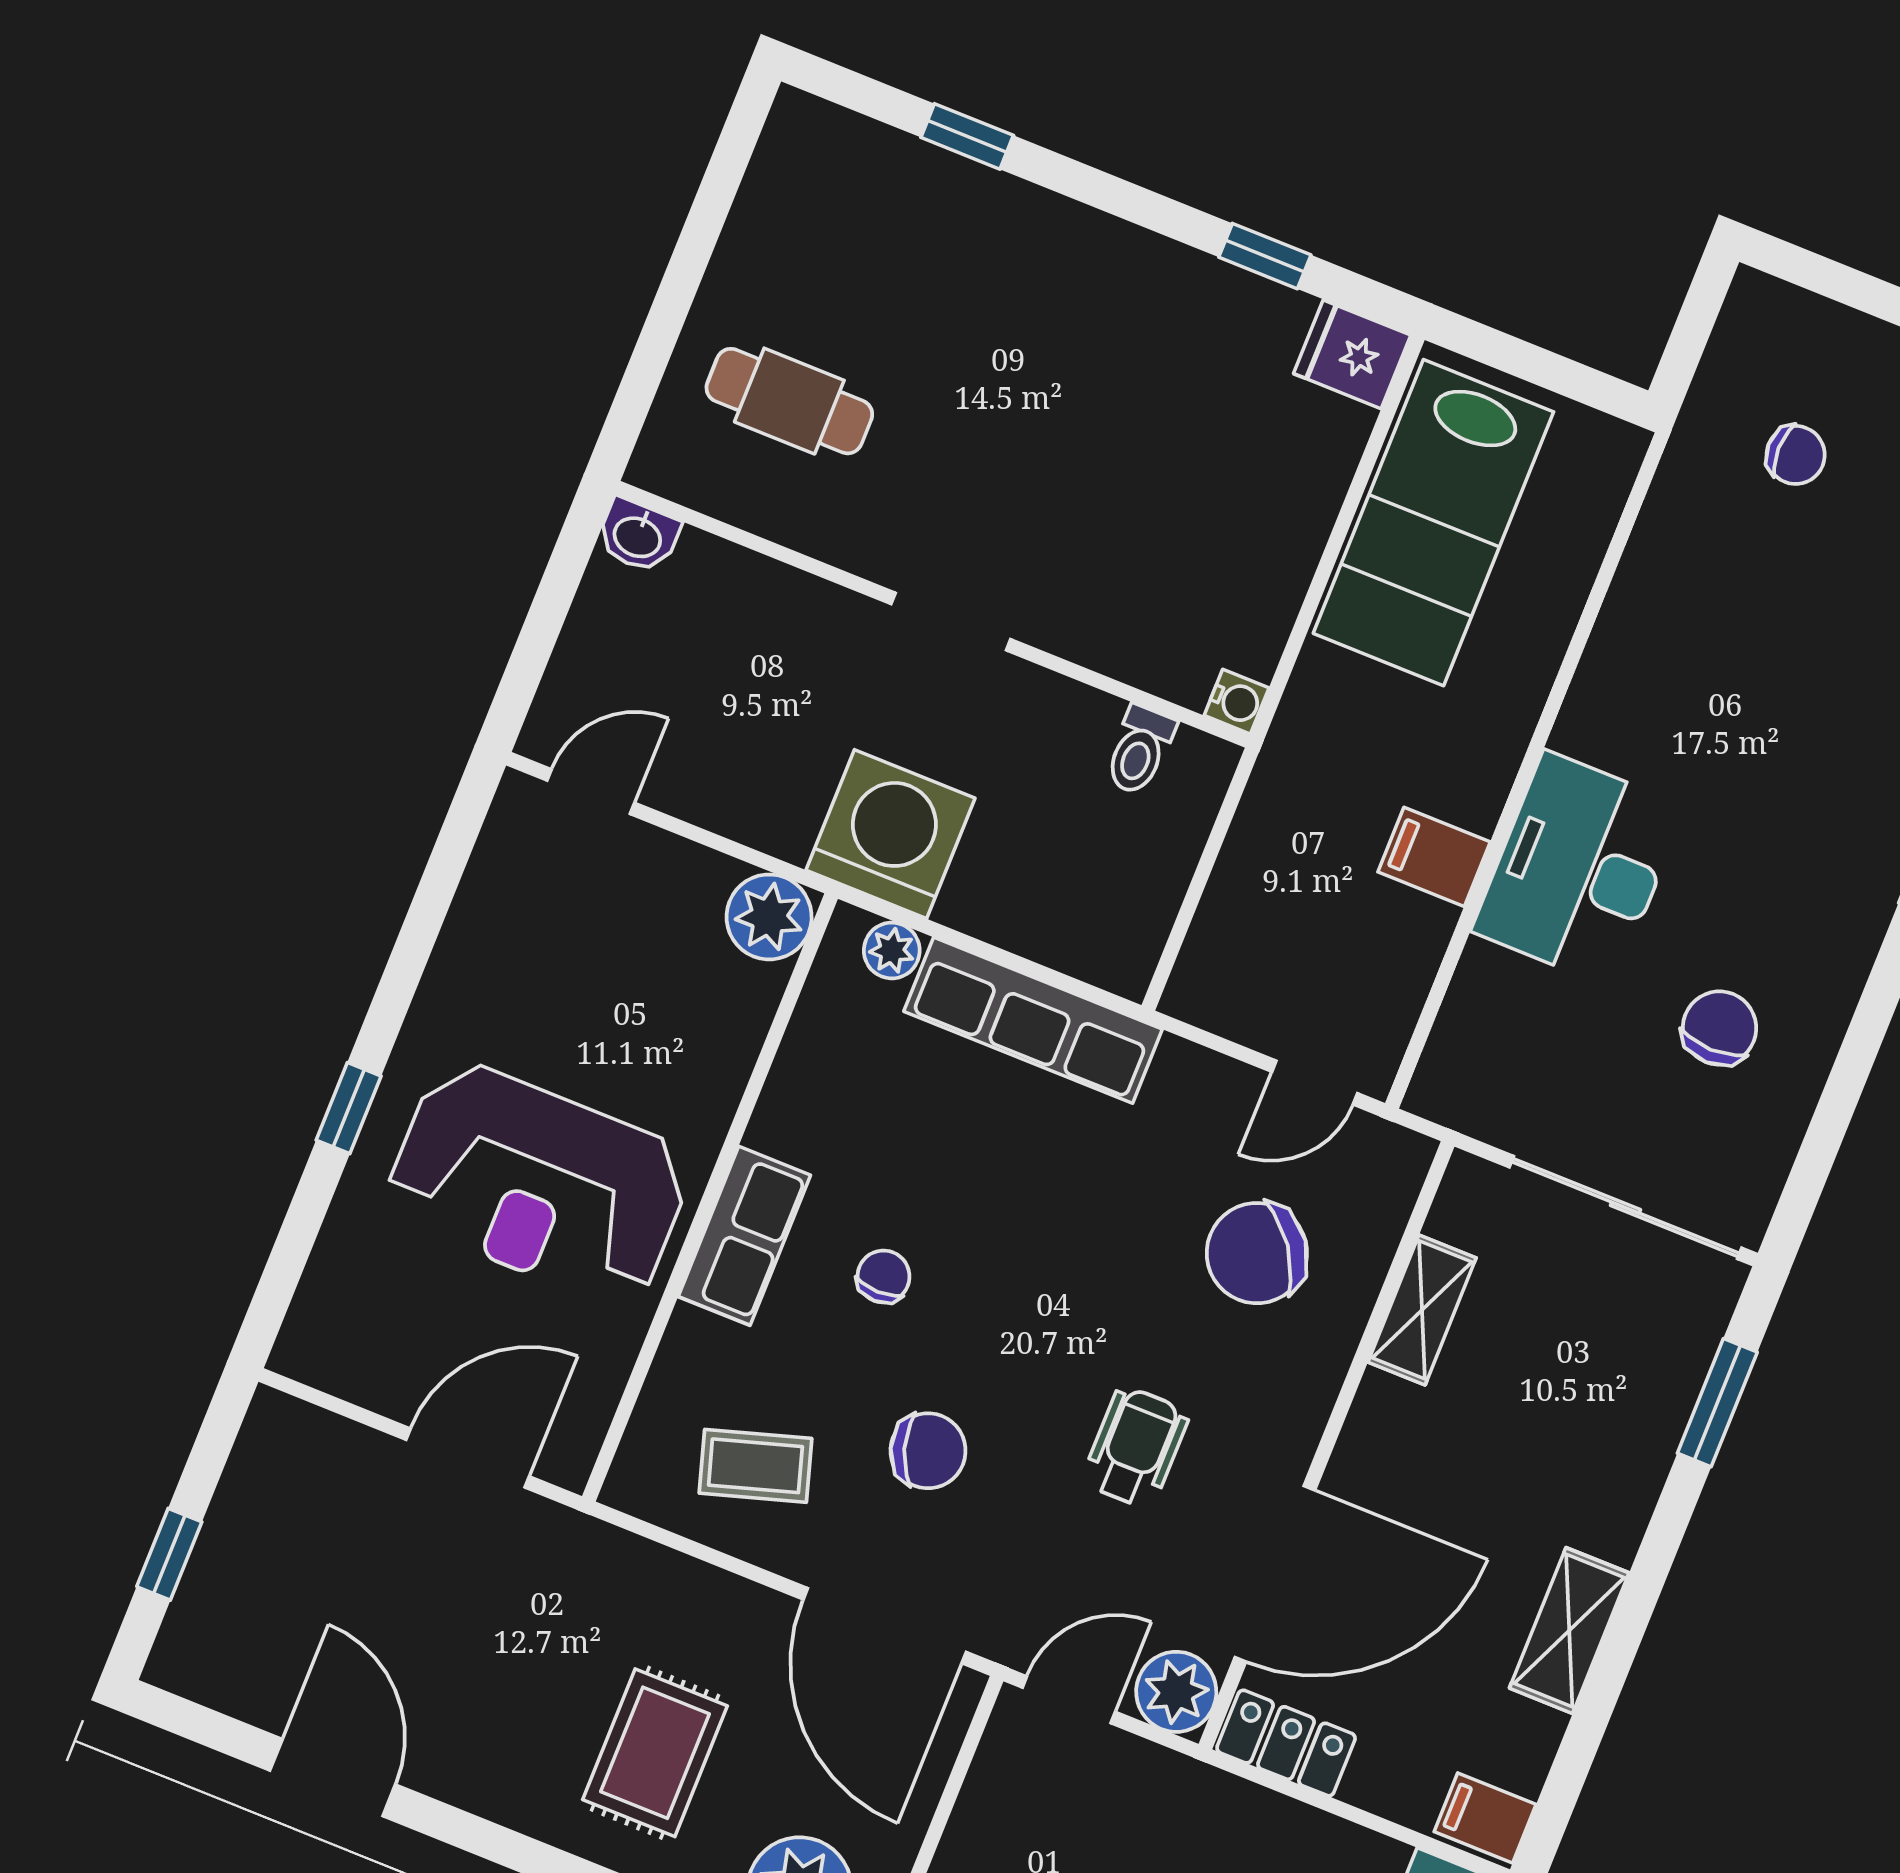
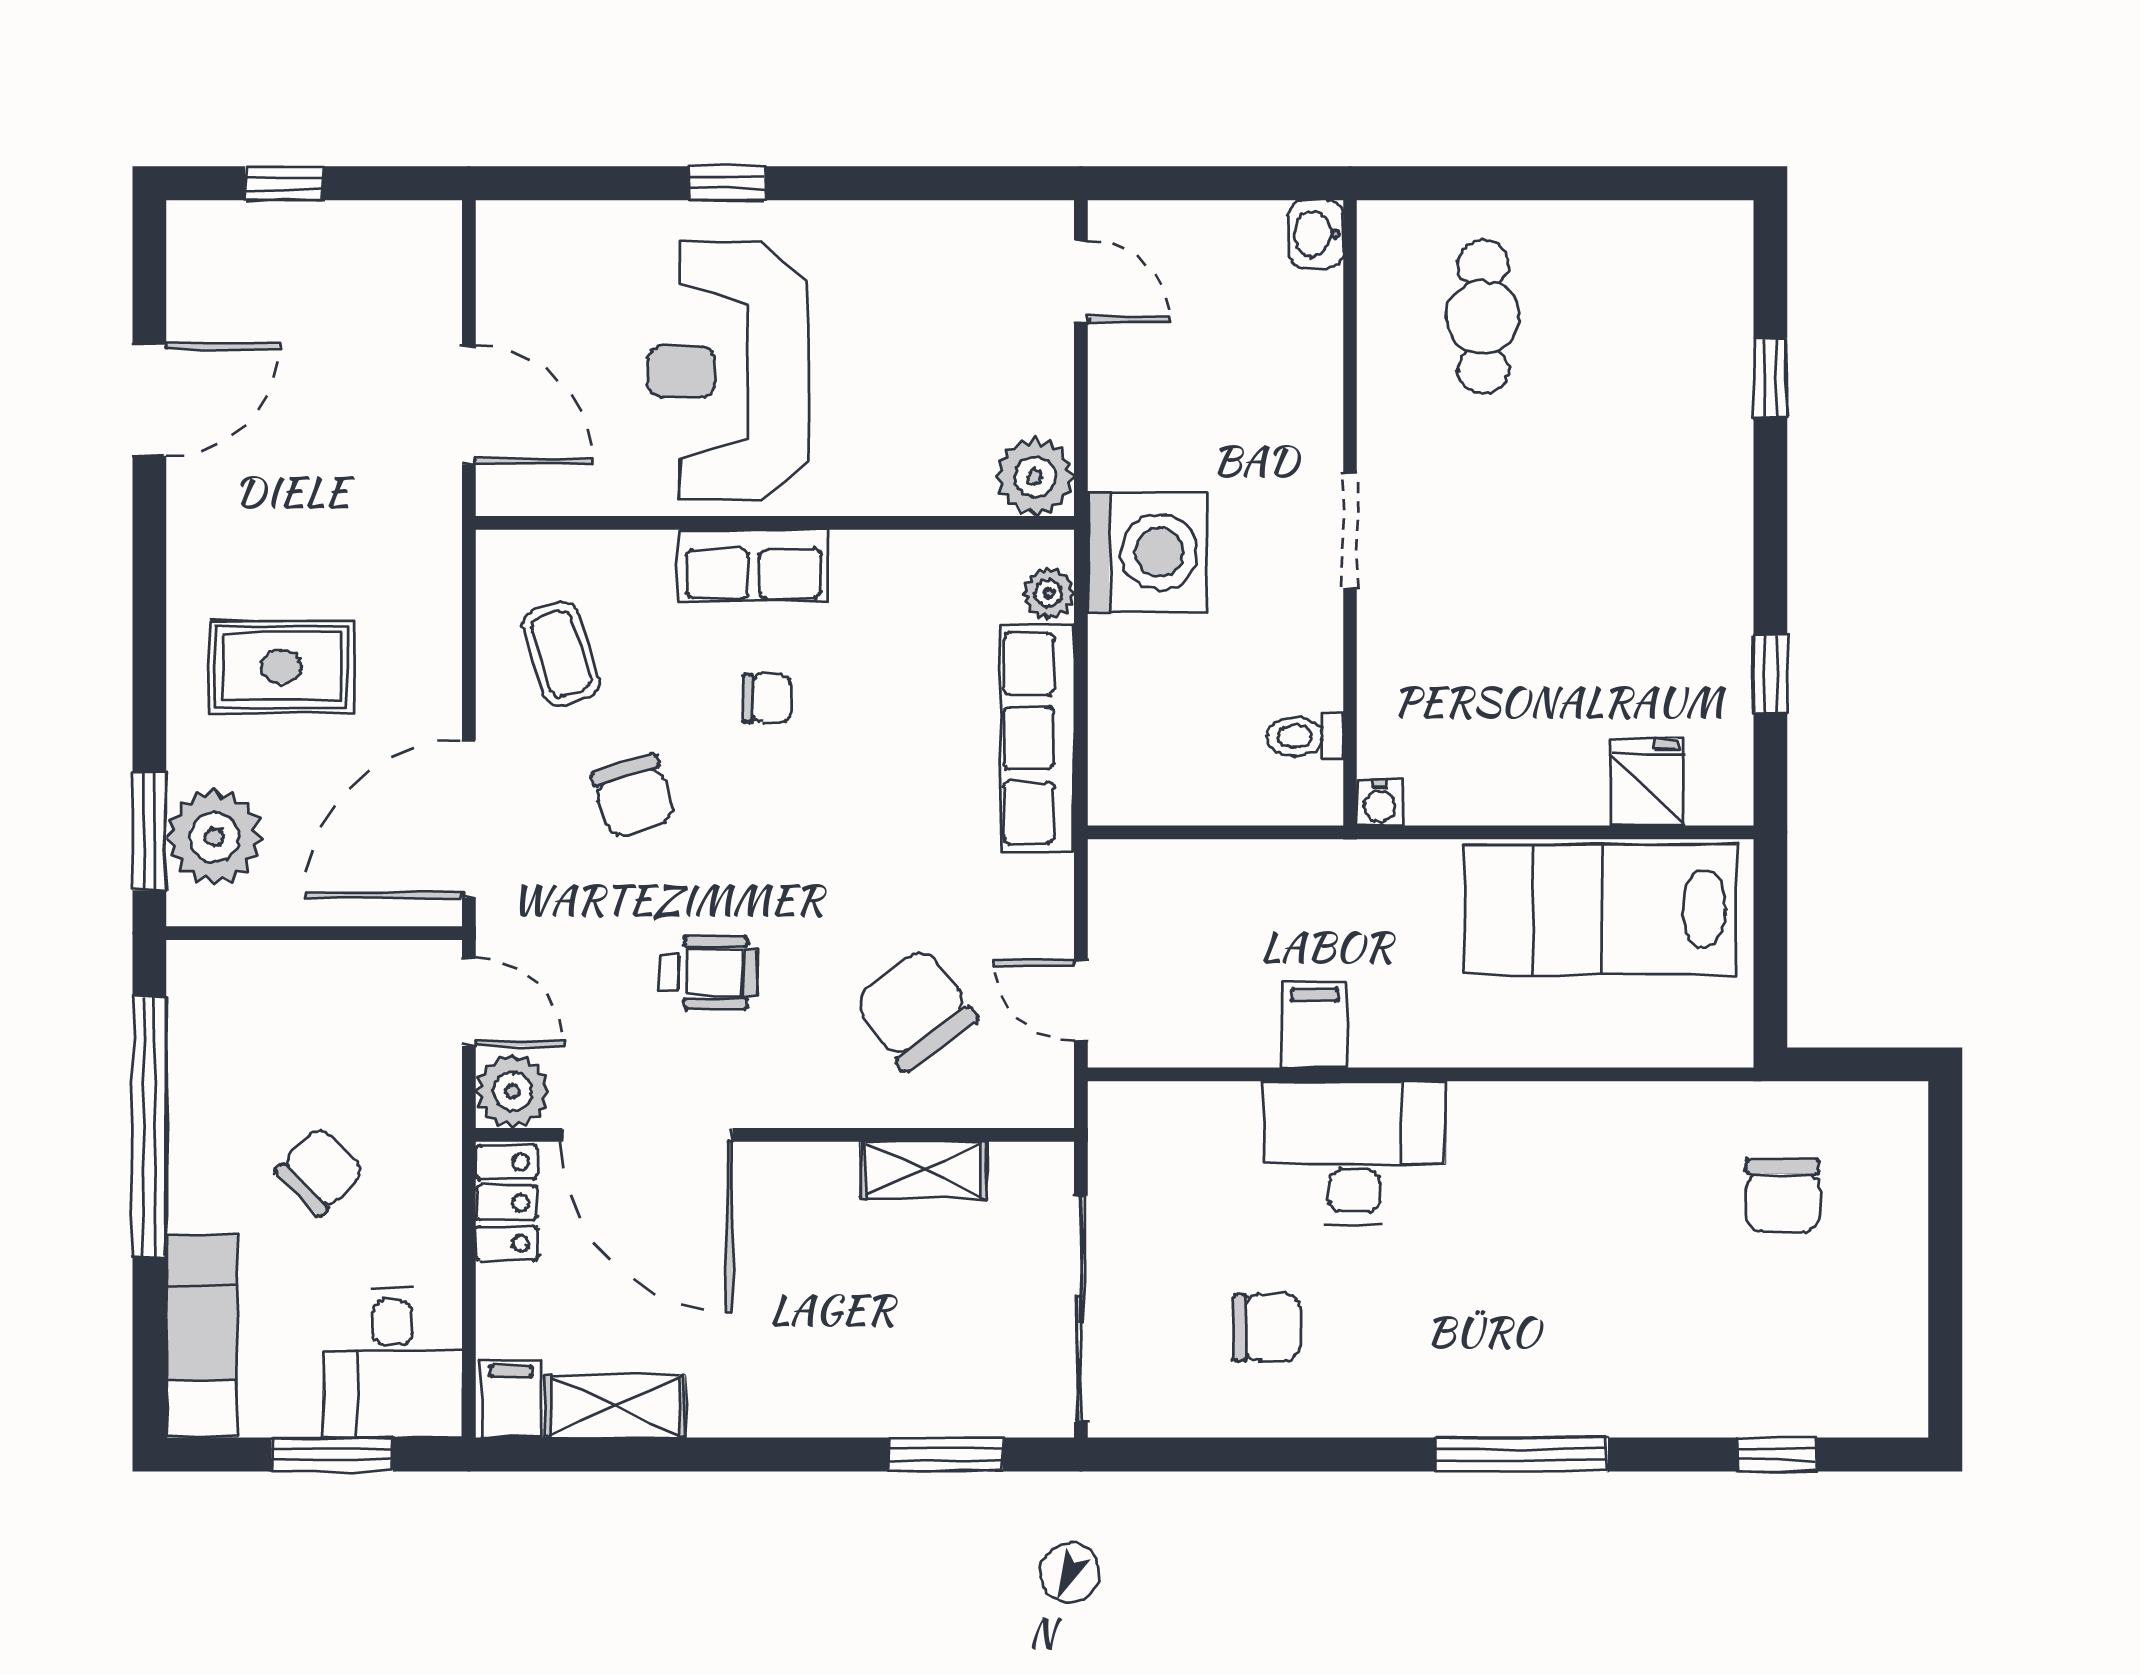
fridge: (1352, 354) -> (1647, 782), moved
chair: (1796, 455) -> (1783, 1196), width x1.37, depth x1.37
shelving: (1569, 1631) -> (615, 1406), moved

